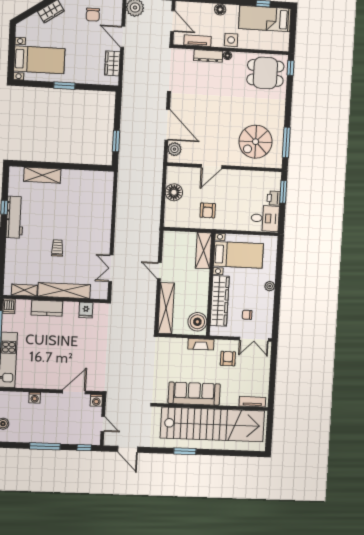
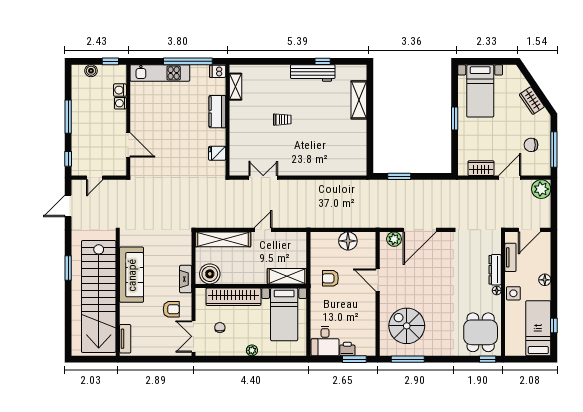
shelving: (64, 291) -> (237, 129), removed
washing machine: (96, 400) -> (120, 90), moved

